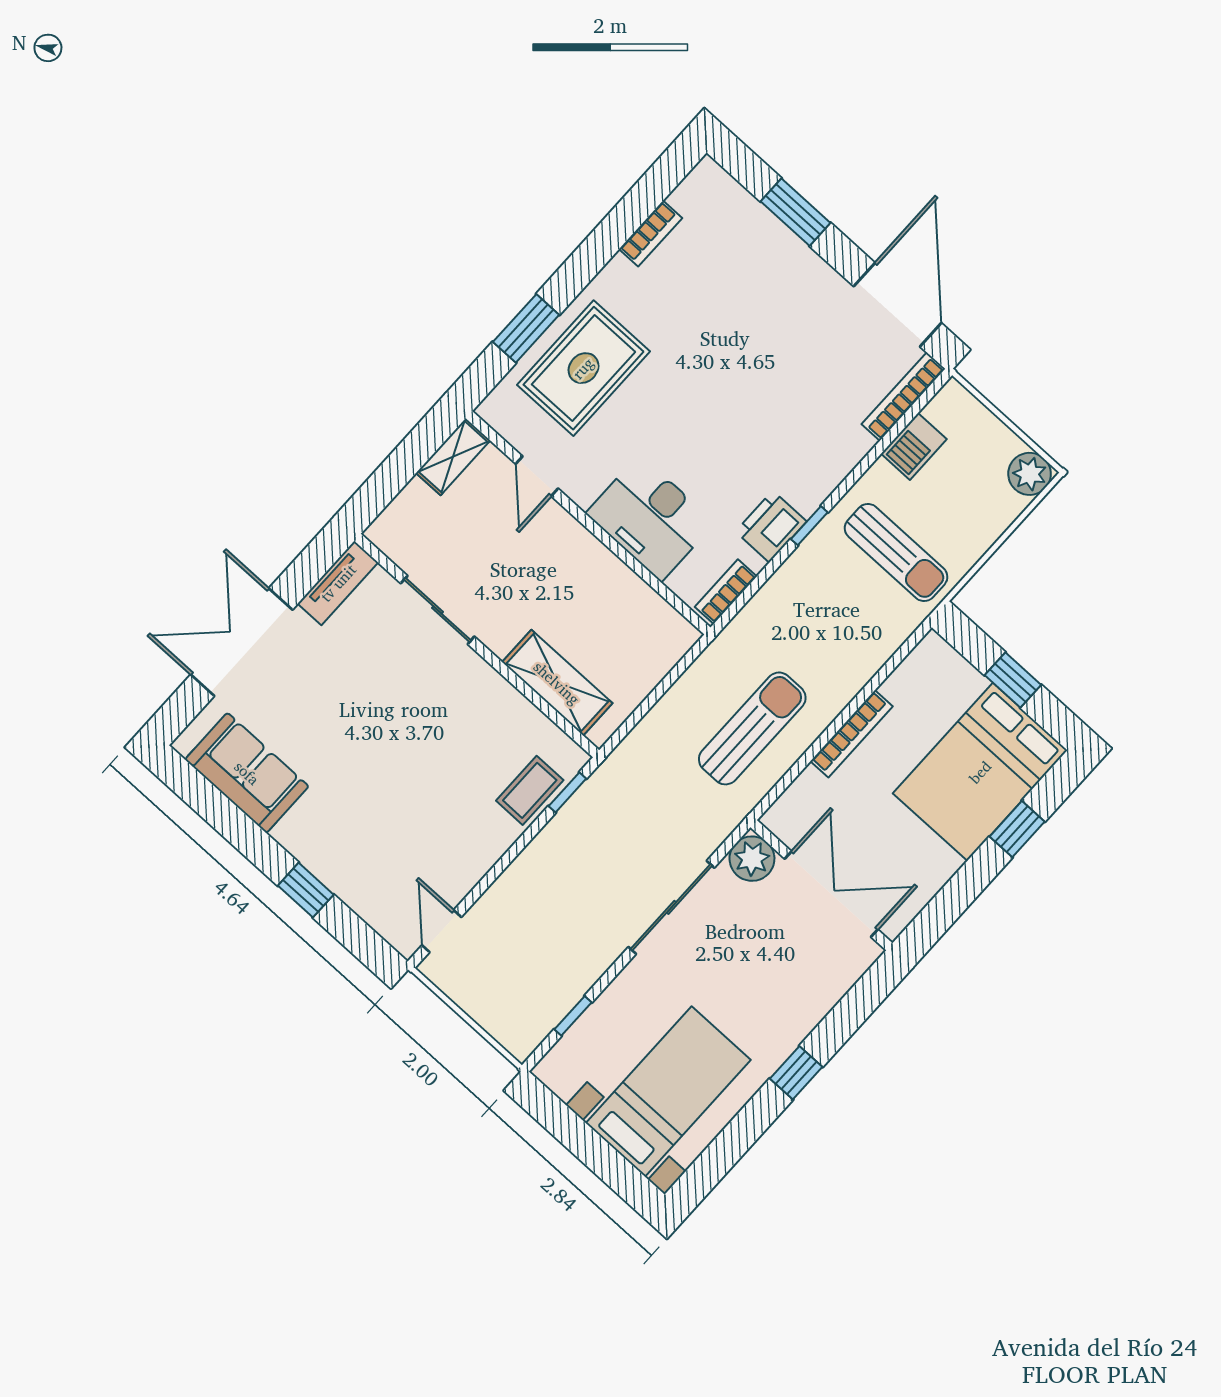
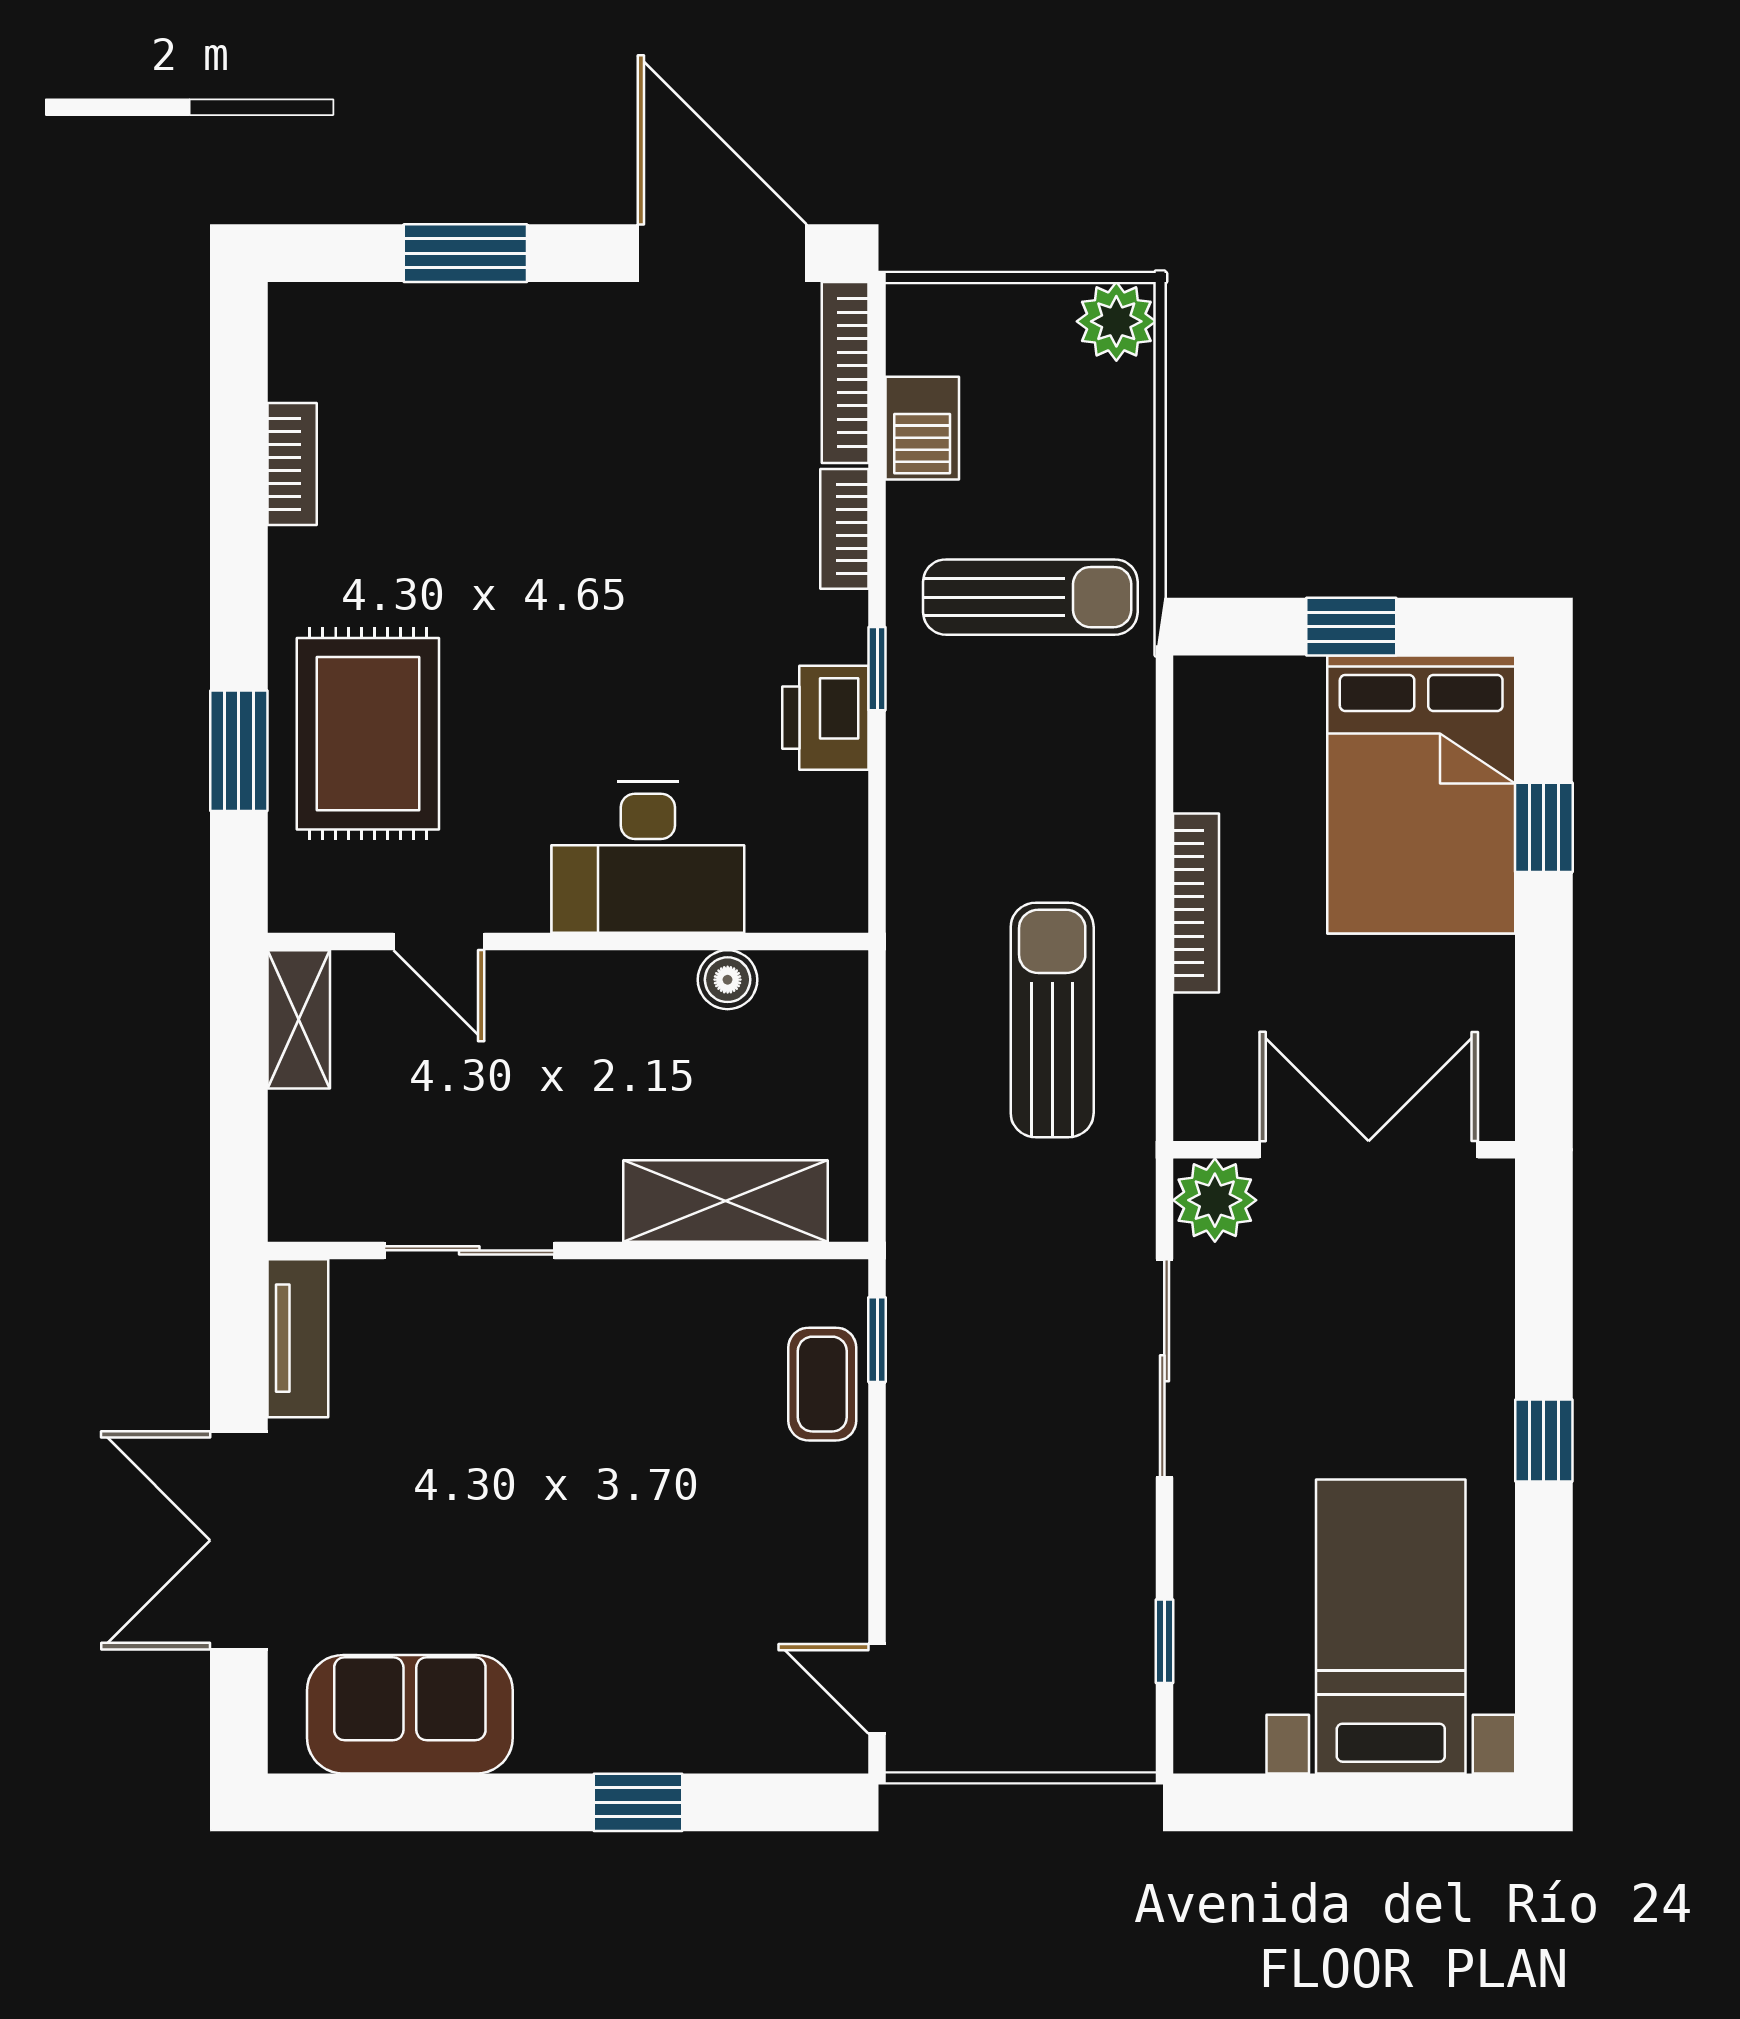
bookcase: (726, 592) -> (844, 529), moved
boiler: (638, 595) -> (728, 980), added

